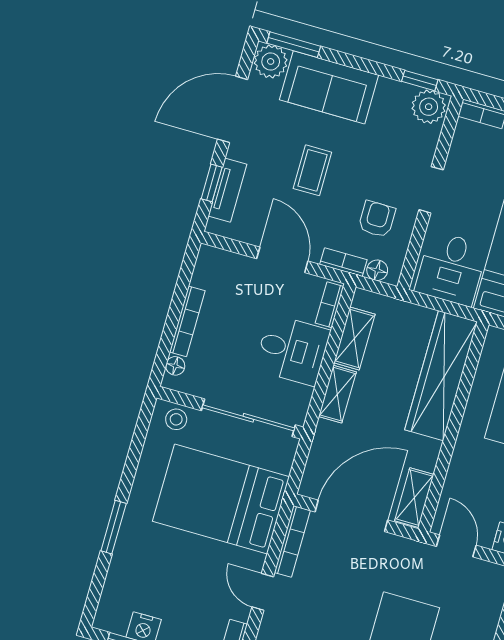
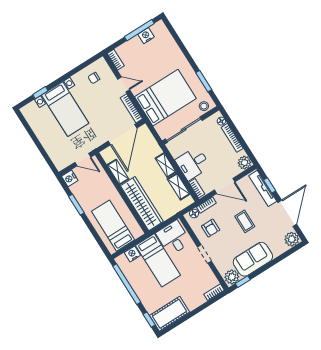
window: (294, 45) -> (290, 251), removed
sofa: (329, 87) -> (253, 259), moved
tv unit: (228, 190) -> (263, 188), width x1.41
plant: (211, 262) -> (244, 163), added
shelving: (414, 498) -> (118, 172), moved
window: (114, 527) -> (204, 81), moved

